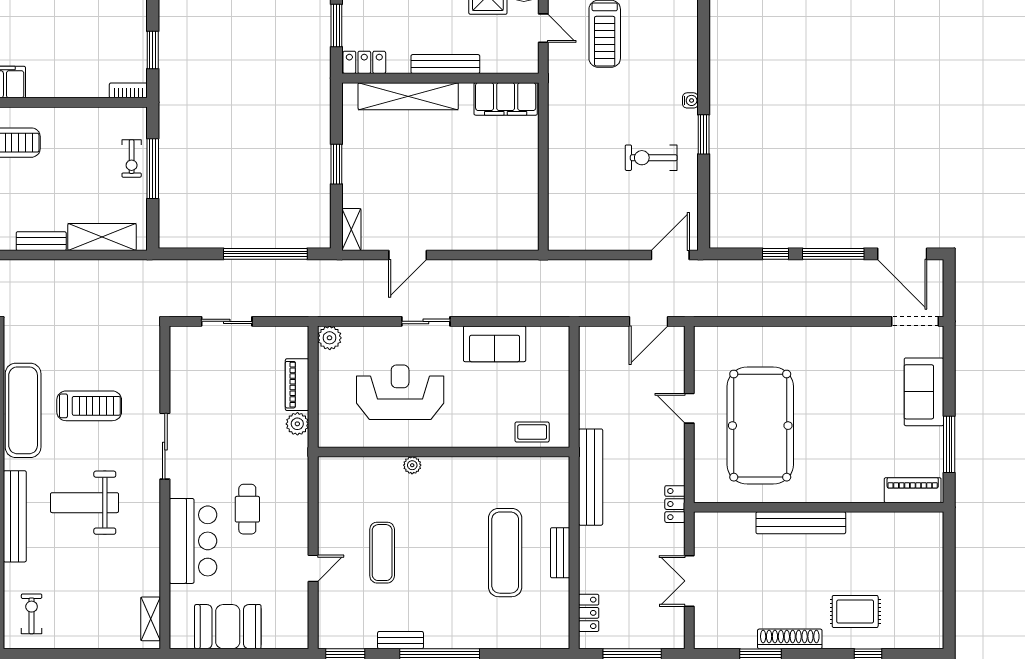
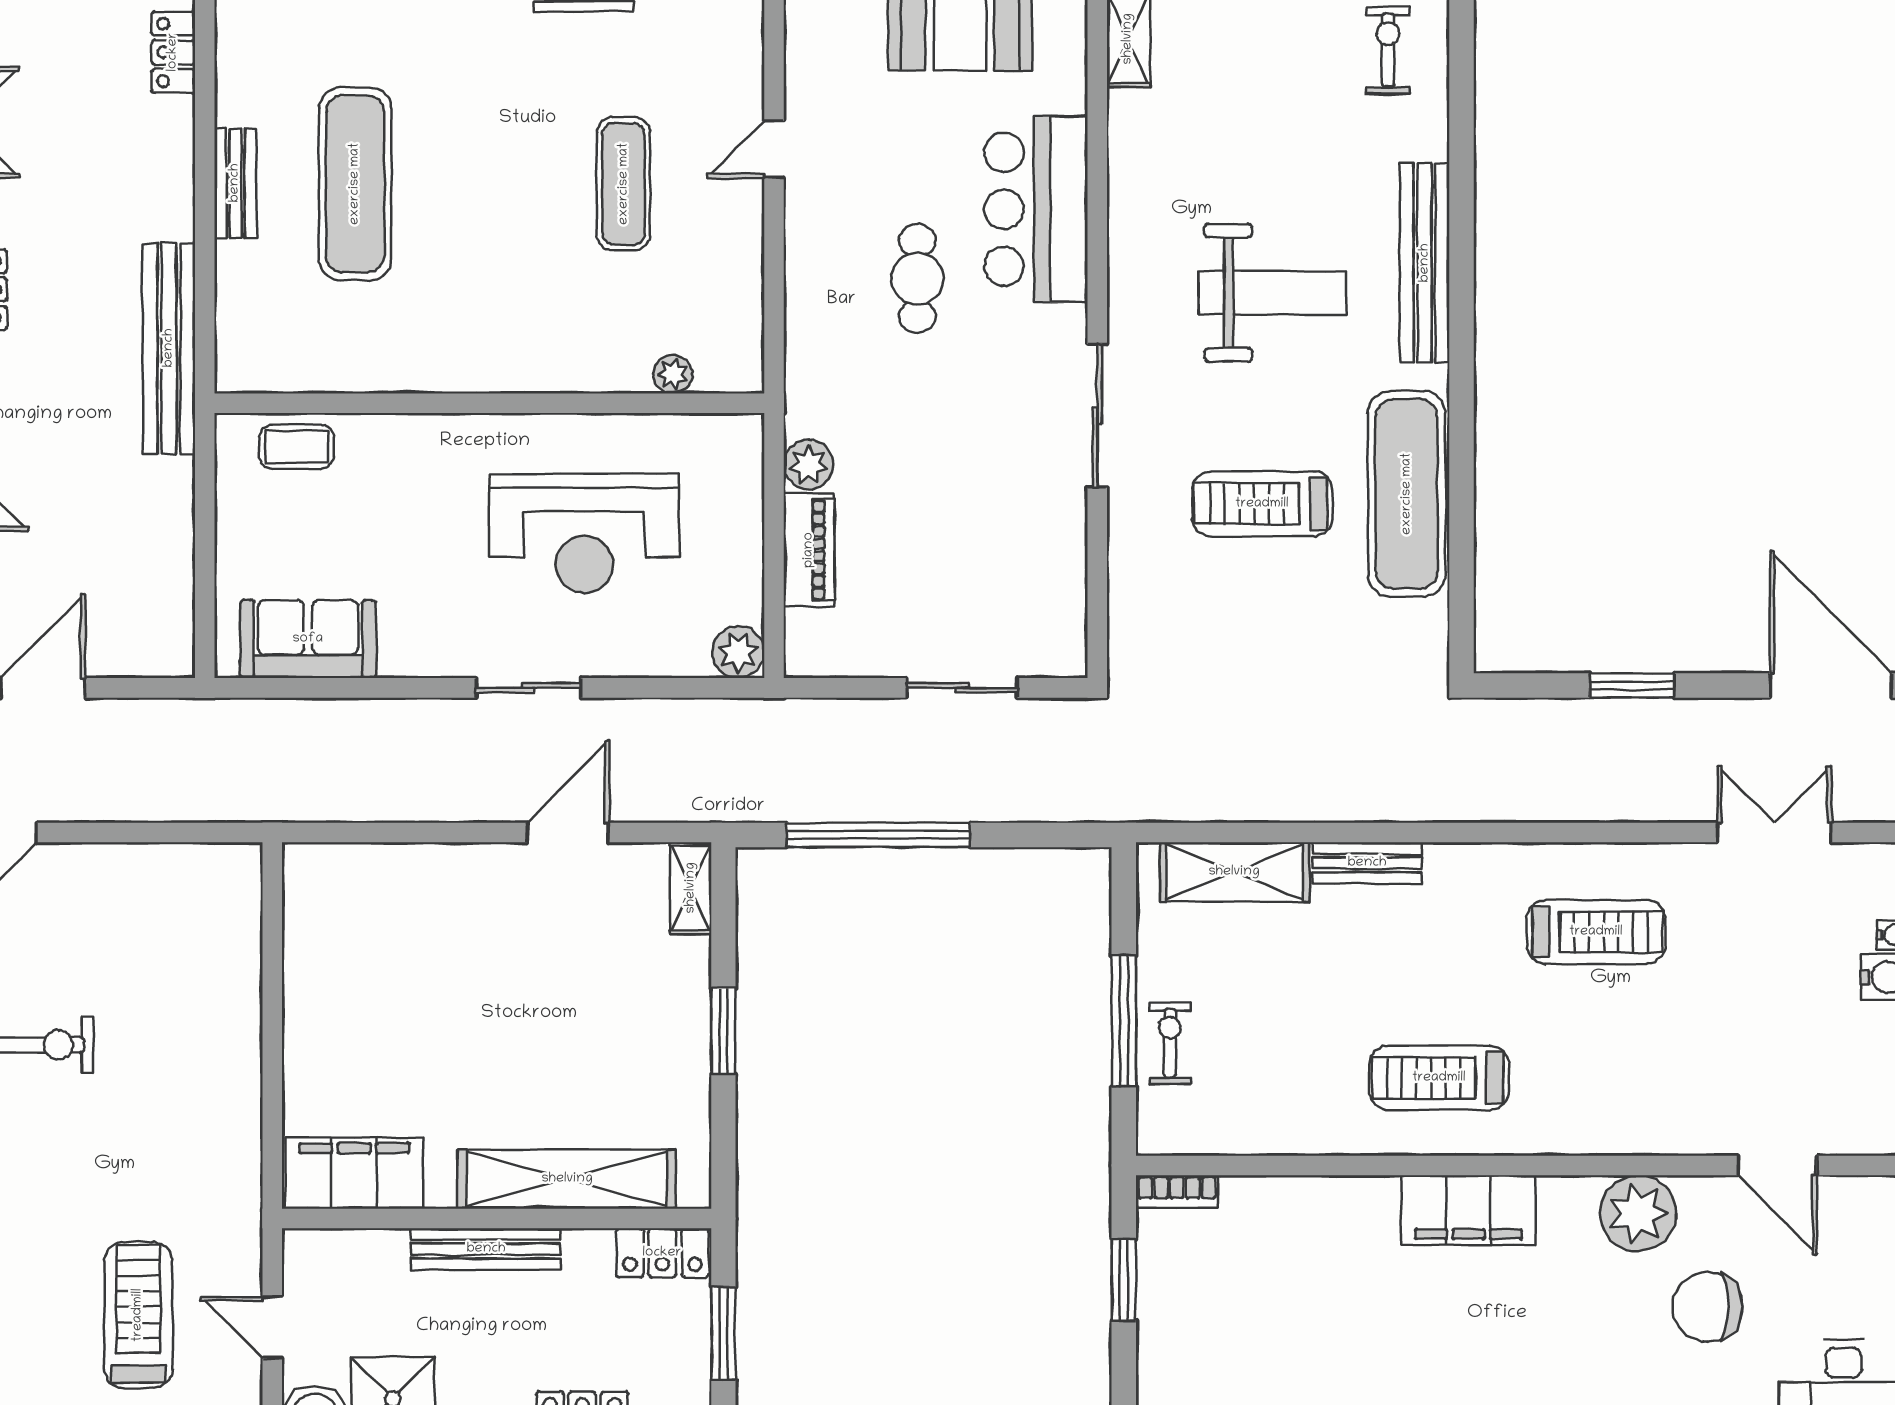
sofa: (495, 344) -> (308, 639), moved
plant: (412, 465) -> (673, 374), moved
exercise bike: (32, 614) -> (1388, 50), turned 180

